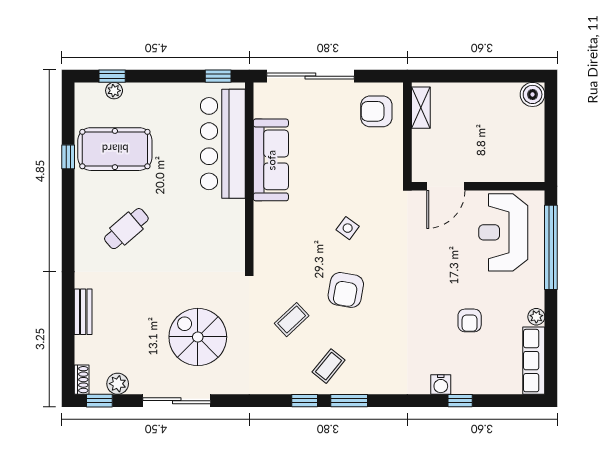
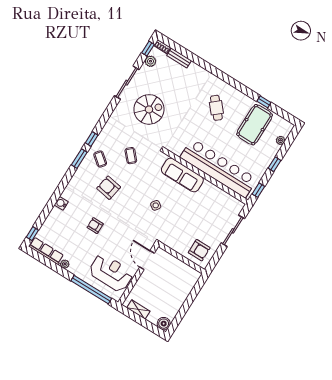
window: (112, 76) -> (274, 164), moved
sliding door: (310, 76) -> (233, 231), width x0.73
shelving: (421, 108) -> (138, 309), moved
armchair: (376, 111) -> (199, 250), turned 90
bar counter: (223, 144) -> (218, 168), width x1.36
sofa: (271, 160) -> (182, 175), moved
armchair: (346, 290) -> (109, 188), moved
bench: (83, 312) -> (179, 58), moved
armchair: (470, 320) -> (95, 226), moved
window: (460, 401) -> (32, 234), moved

